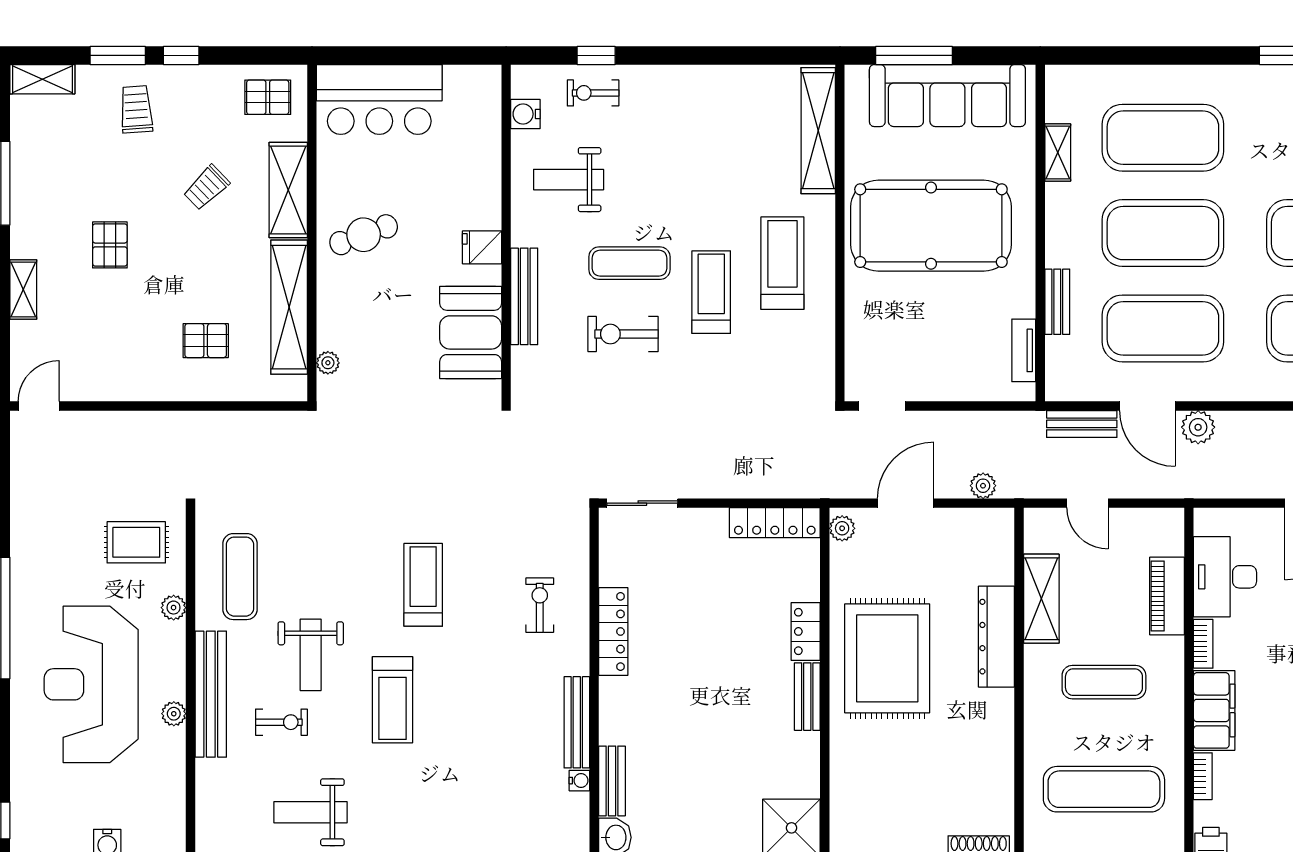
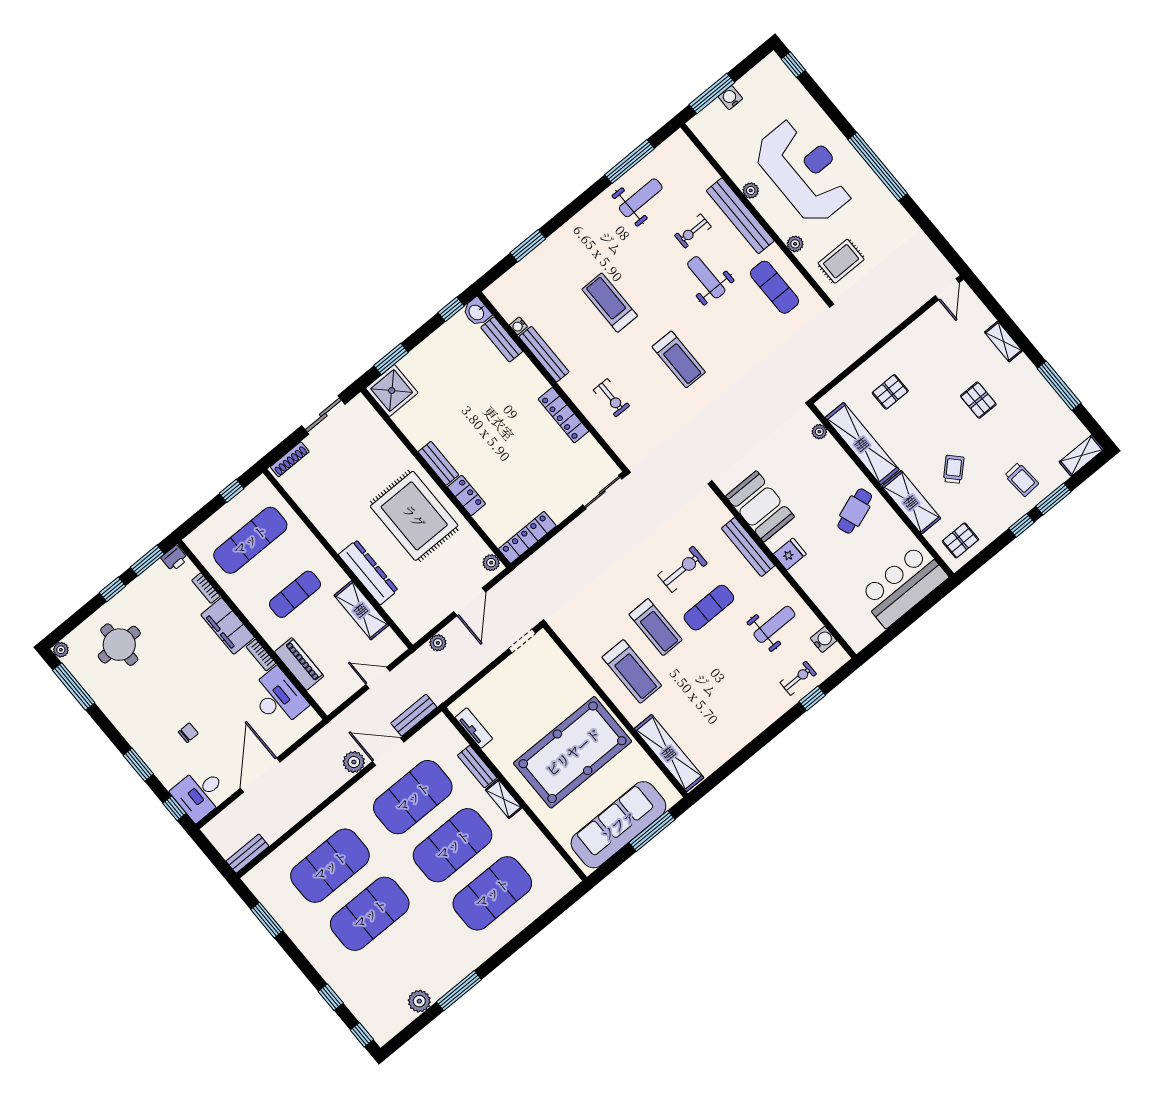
shelving: (1058, 153) -> (504, 799), moved
treadmill: (392, 700) -> (610, 303), moved

